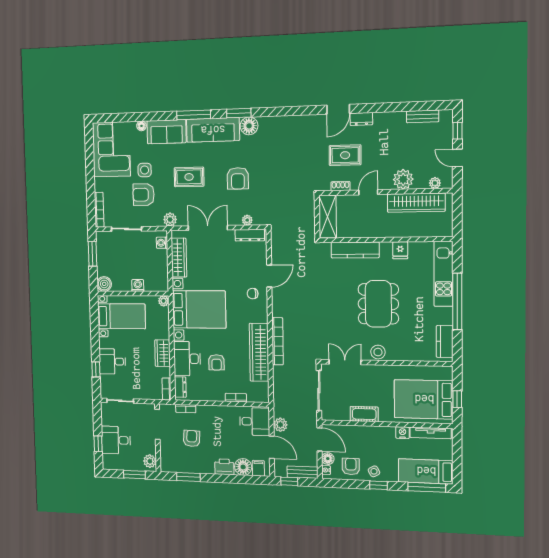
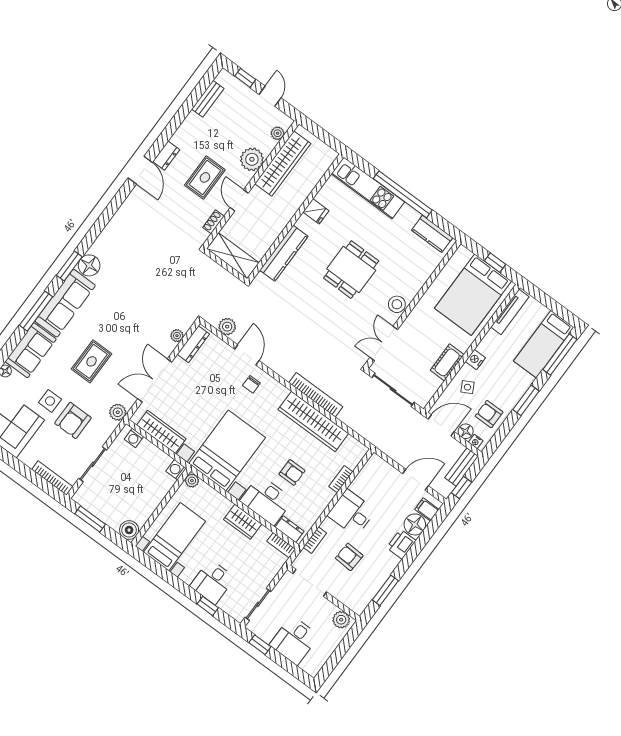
rug: (345, 155) -> (205, 177), moved
door: (457, 158) -> (270, 96), swing flipped
armchair: (238, 178) -> (130, 314), removed
washing machine: (138, 285) -> (176, 470), moved
dining table: (378, 304) -> (351, 270), width x0.73
desk: (255, 422) -> (352, 513), moved, turned -90
plant: (280, 425) -> (227, 327), moved
nightstand: (402, 433) -> (475, 360), moved
window: (98, 444) -> (260, 645), moved
side table: (374, 471) -> (467, 387), moved
window: (134, 475) -> (343, 647), removed
window: (378, 485) -> (526, 400), width x1.50

